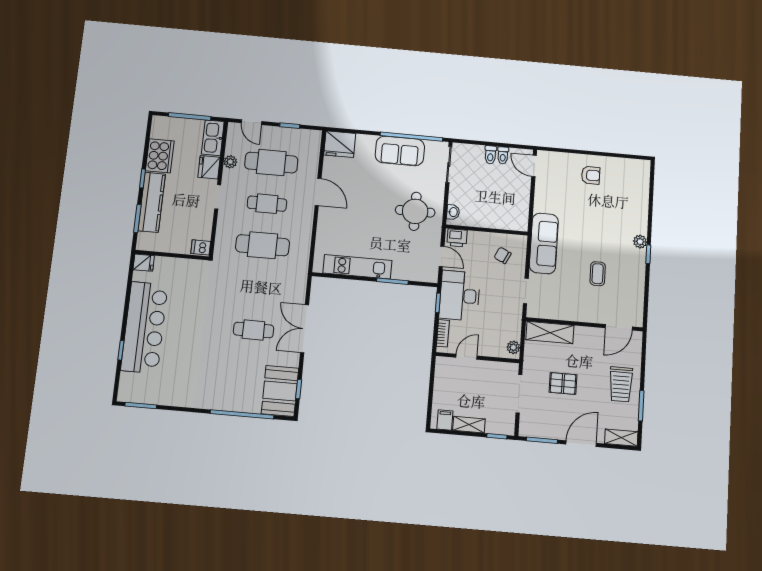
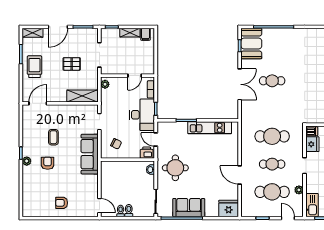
fridge: (209, 167) -> (312, 144), moved
armchair: (609, 236) -> (48, 163), added

